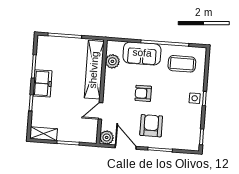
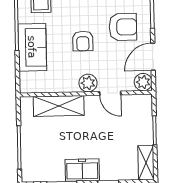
plant: (112, 61) -> (88, 83), moved
shelving: (94, 70) -> (59, 106), width x0.68
armchair: (151, 126) -> (123, 27), turned 180

